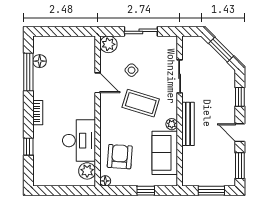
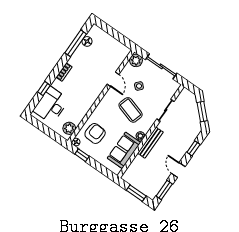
sliding door: (141, 31) -> (161, 66), width x1.37
desk: (79, 141) -> (51, 105), moved, turned 180
window: (146, 191) -> (82, 155), moved

